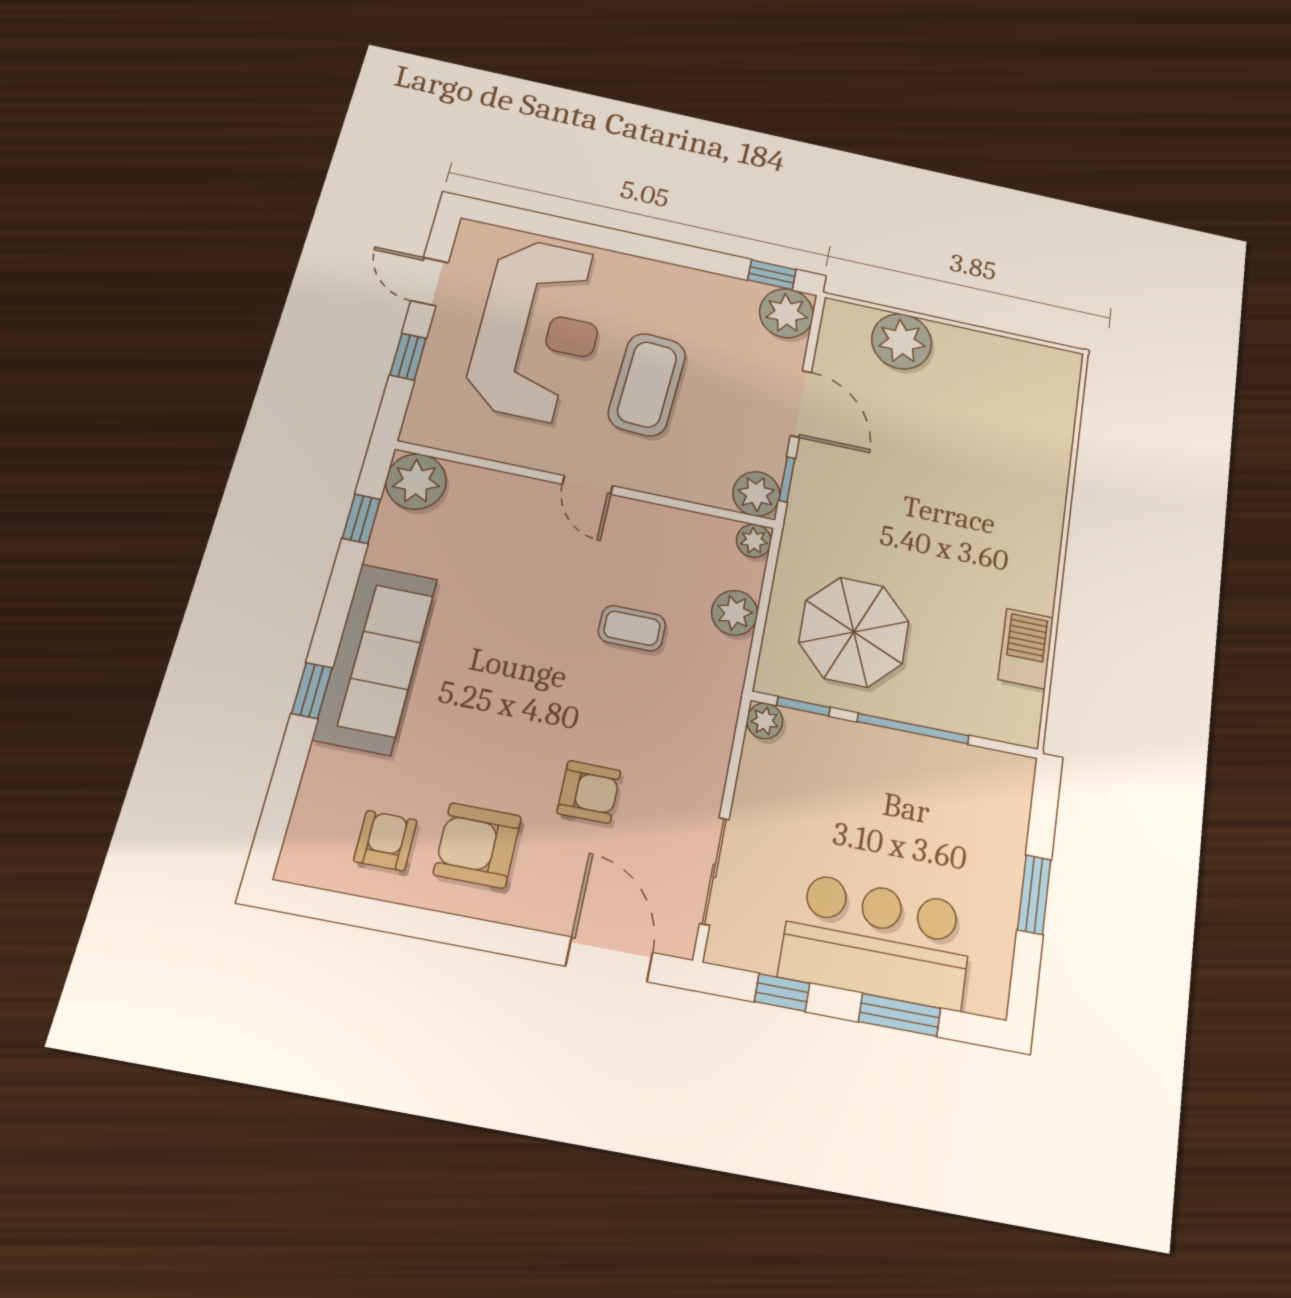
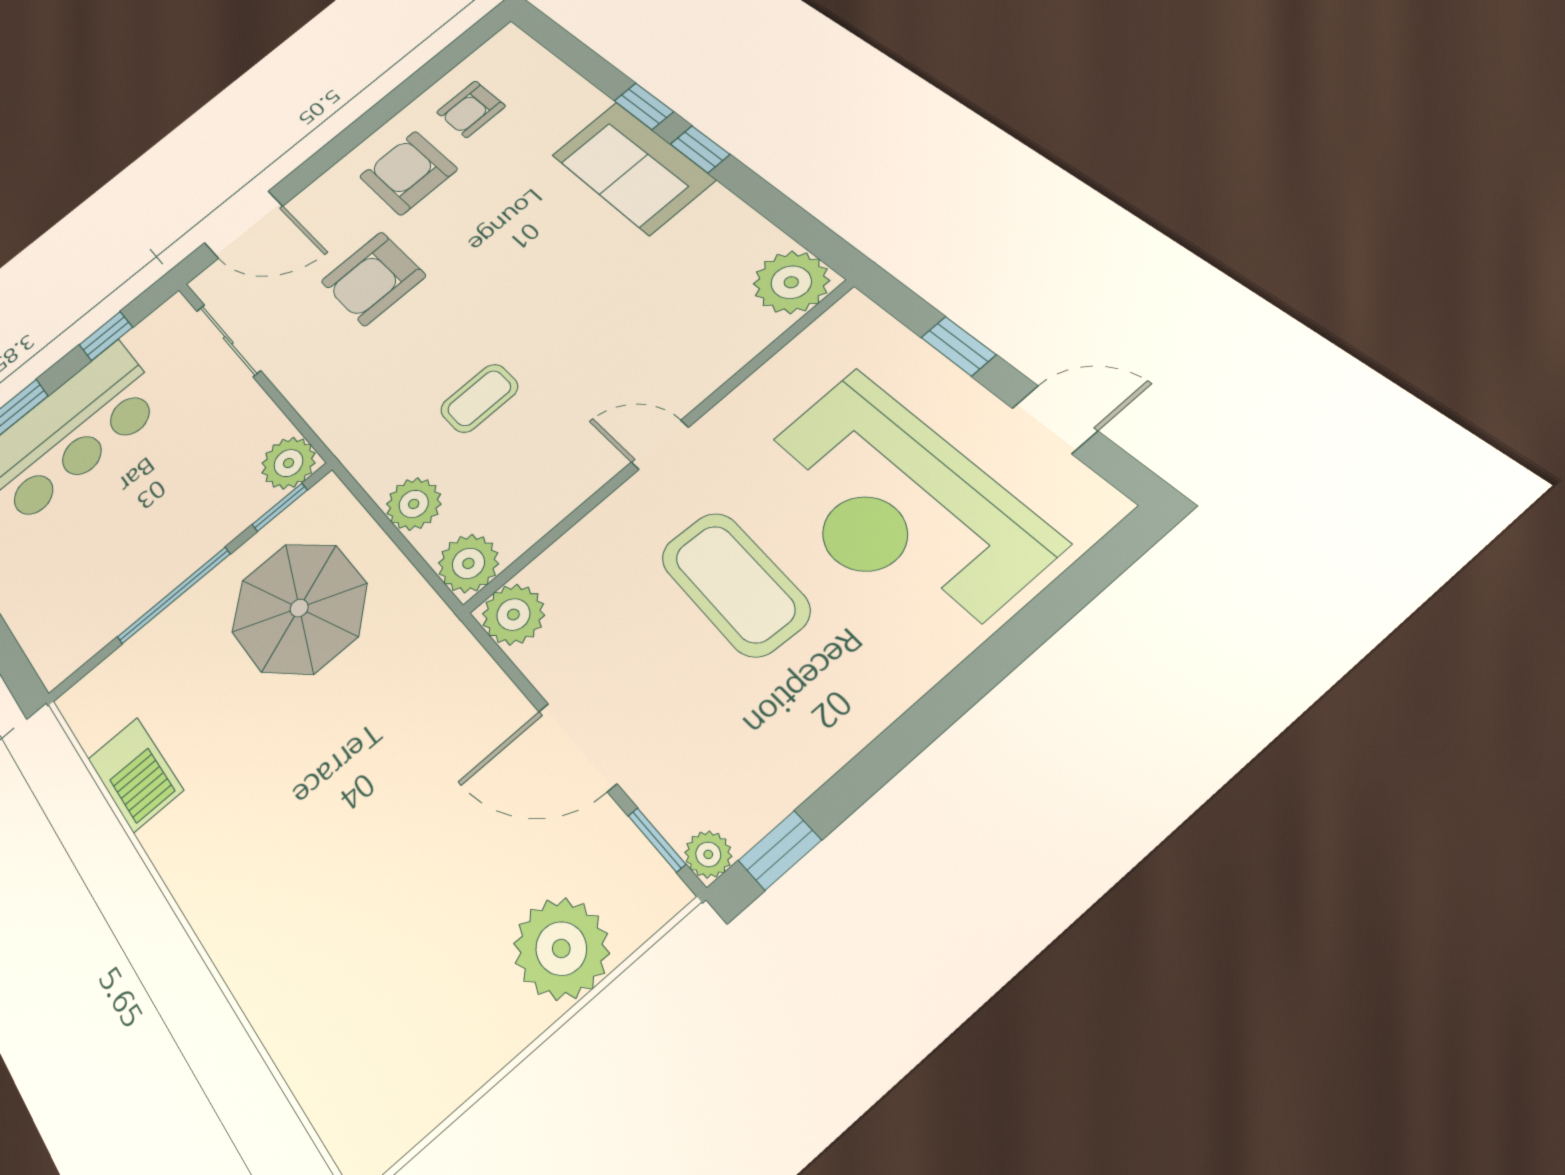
plant: (786, 313) -> (708, 854), width x0.53, depth x0.53
window: (787, 479) -> (657, 840), moved
window: (361, 519) -> (700, 149), moved
plant: (754, 541) -> (468, 563), width x1.38, depth x1.38
sofa: (376, 658) -> (632, 167), width x0.73
plant: (765, 721) -> (288, 463), width x1.38, depth x1.38
armchair: (589, 792) -> (373, 279), width x1.38, depth x1.38
armchair: (385, 841) -> (471, 109), turned 90
armchair: (477, 845) -> (408, 173), turned -90

